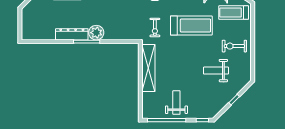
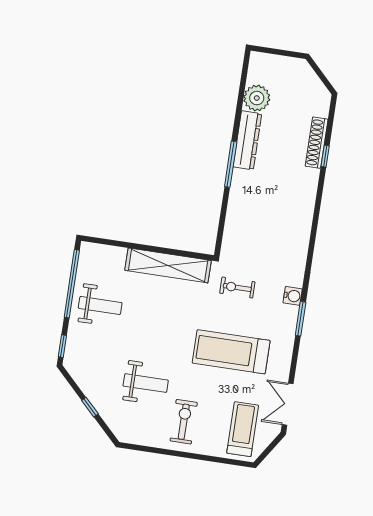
treadmill: (191, 25) -> (231, 352), turned 90
plant: (96, 33) -> (257, 98), moved
weight bench: (216, 71) -> (146, 383), turned 90

